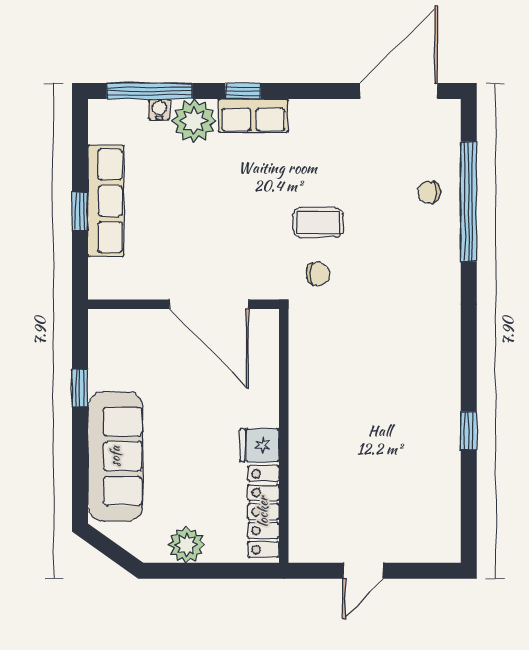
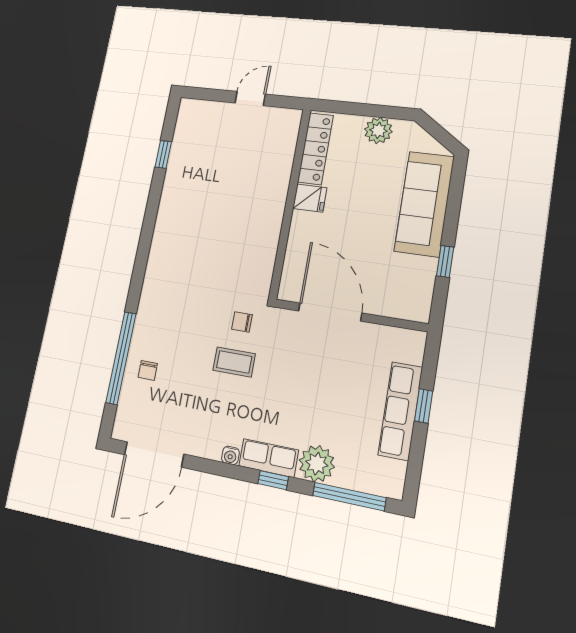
water cooler: (159, 109) -> (230, 455), moved
chair: (429, 192) -> (148, 370), turned 90
window: (469, 431) -> (163, 154), moved

